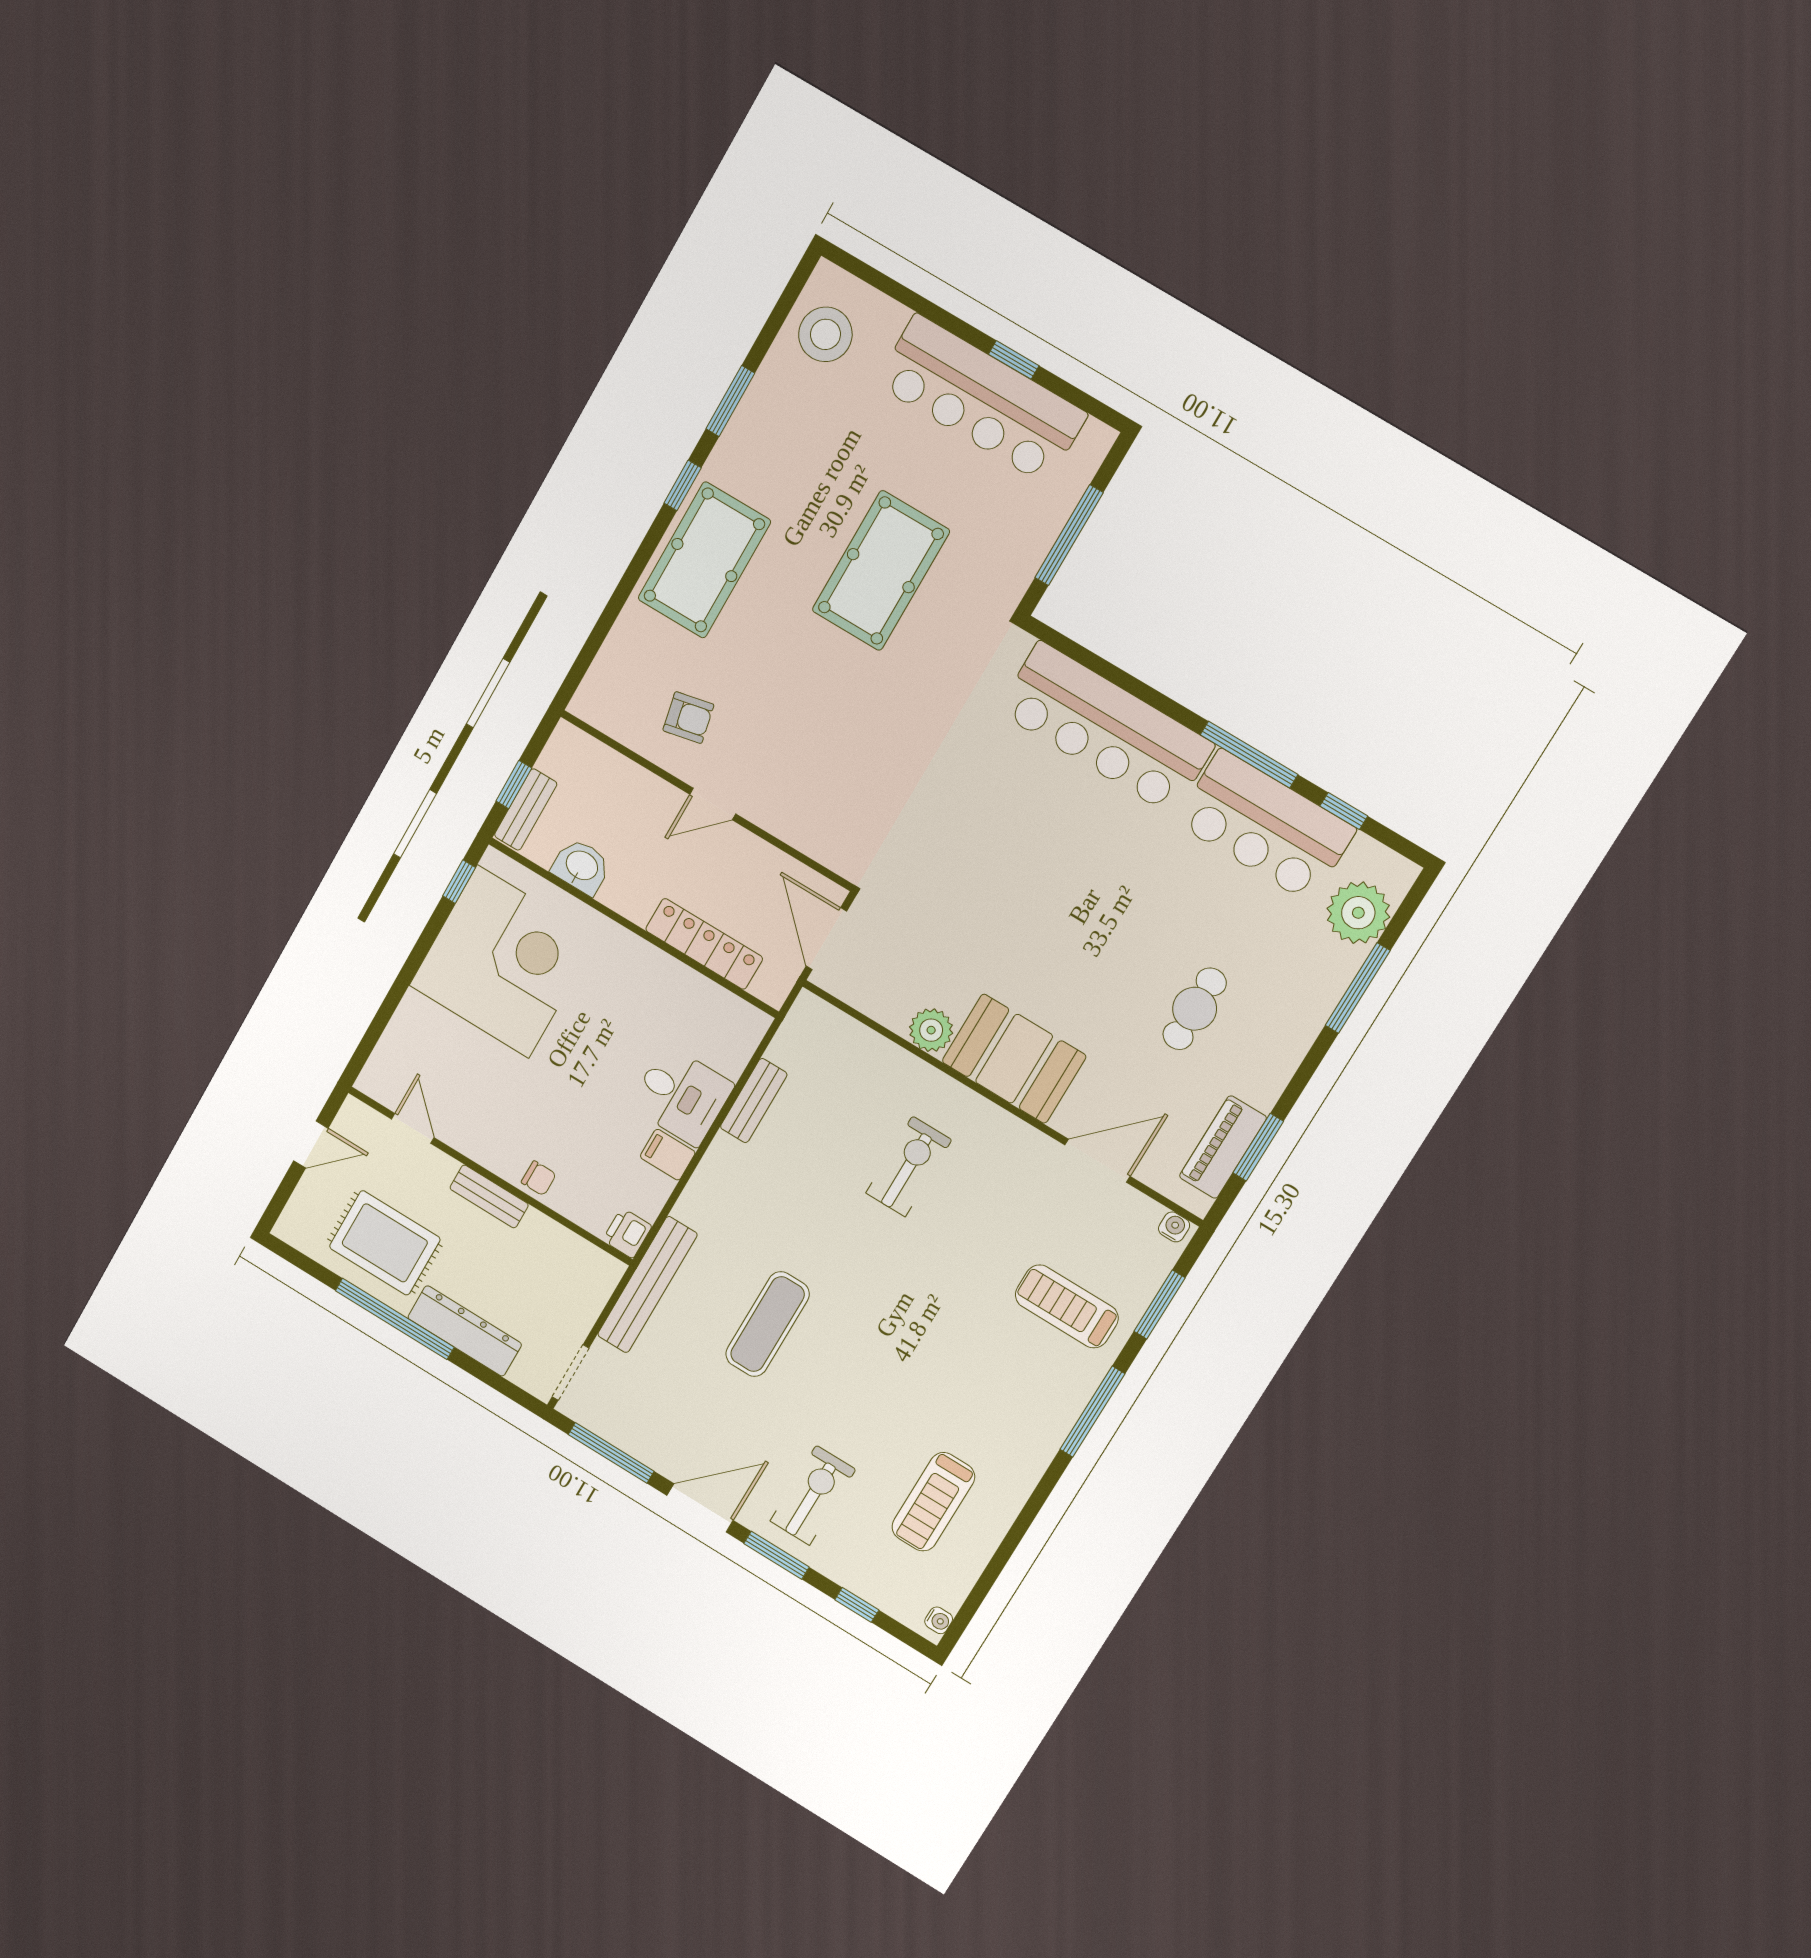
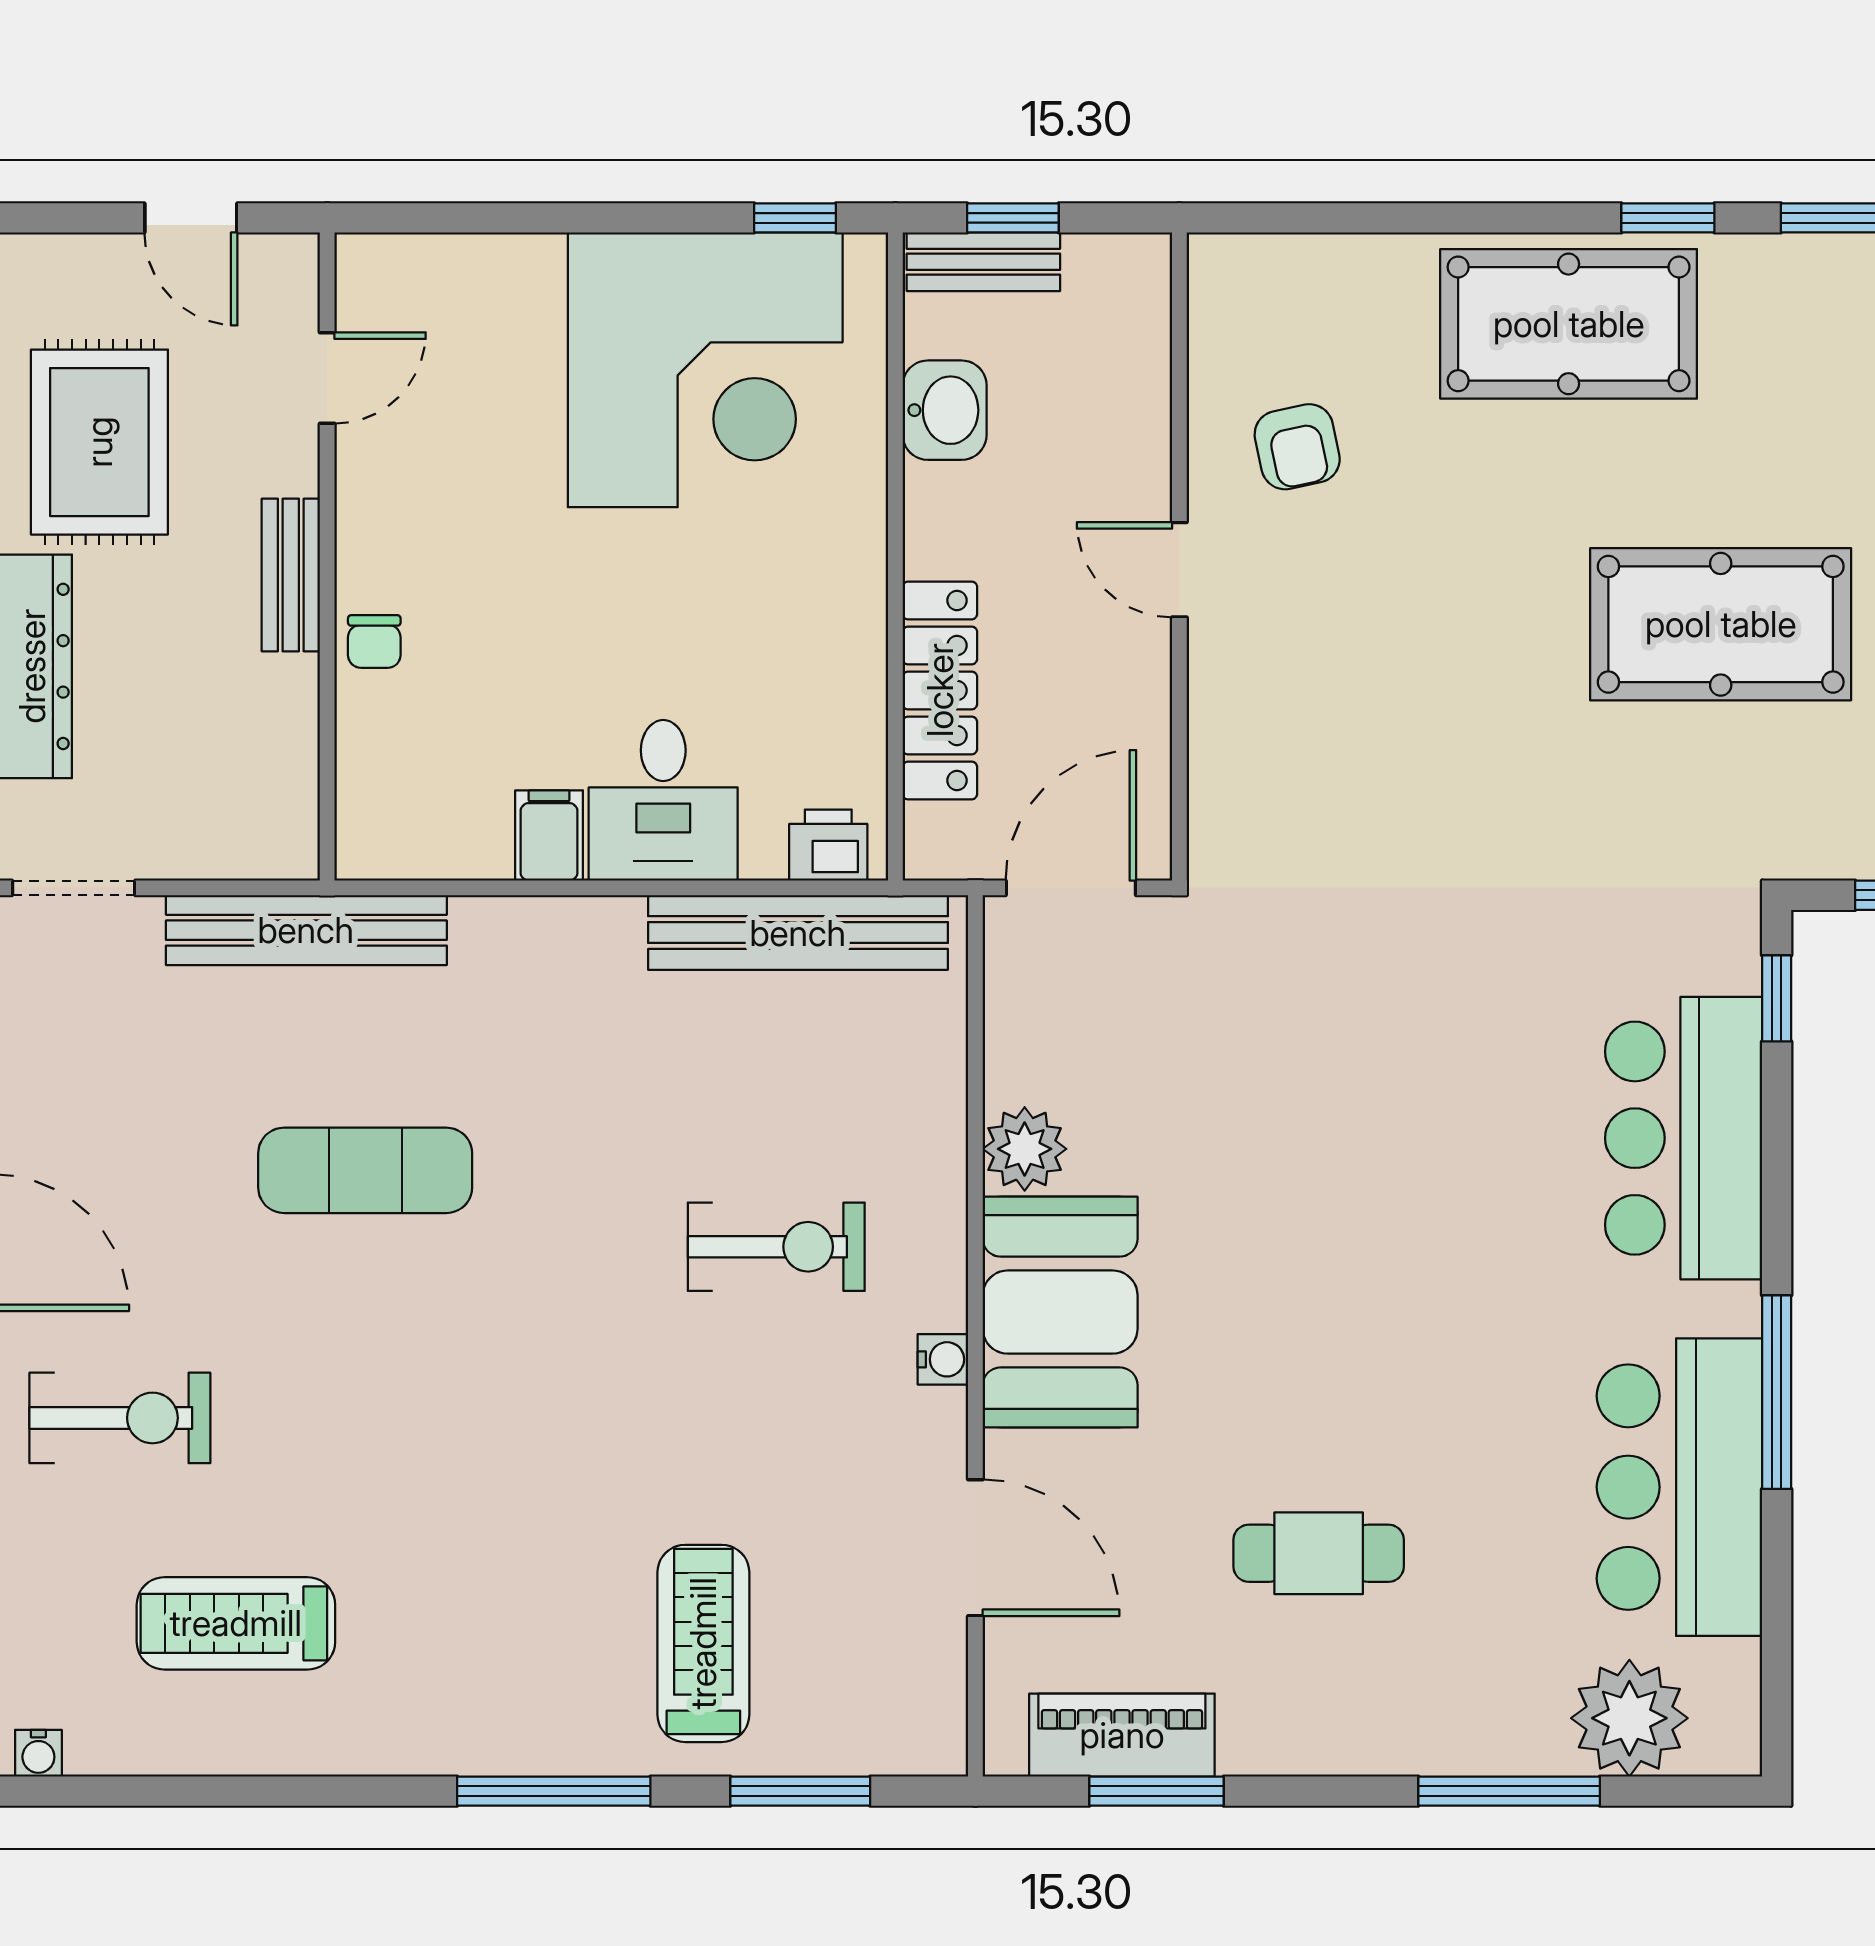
bar counter: (1106, 728) -> (1684, 1138), width x0.73
window: (1344, 811) -> (1777, 998), moved
bench: (754, 1101) -> (798, 933), width x1.86, depth x1.21
water cooler: (1174, 1227) -> (943, 1359), moved
printer: (627, 1233) -> (828, 845), moved

